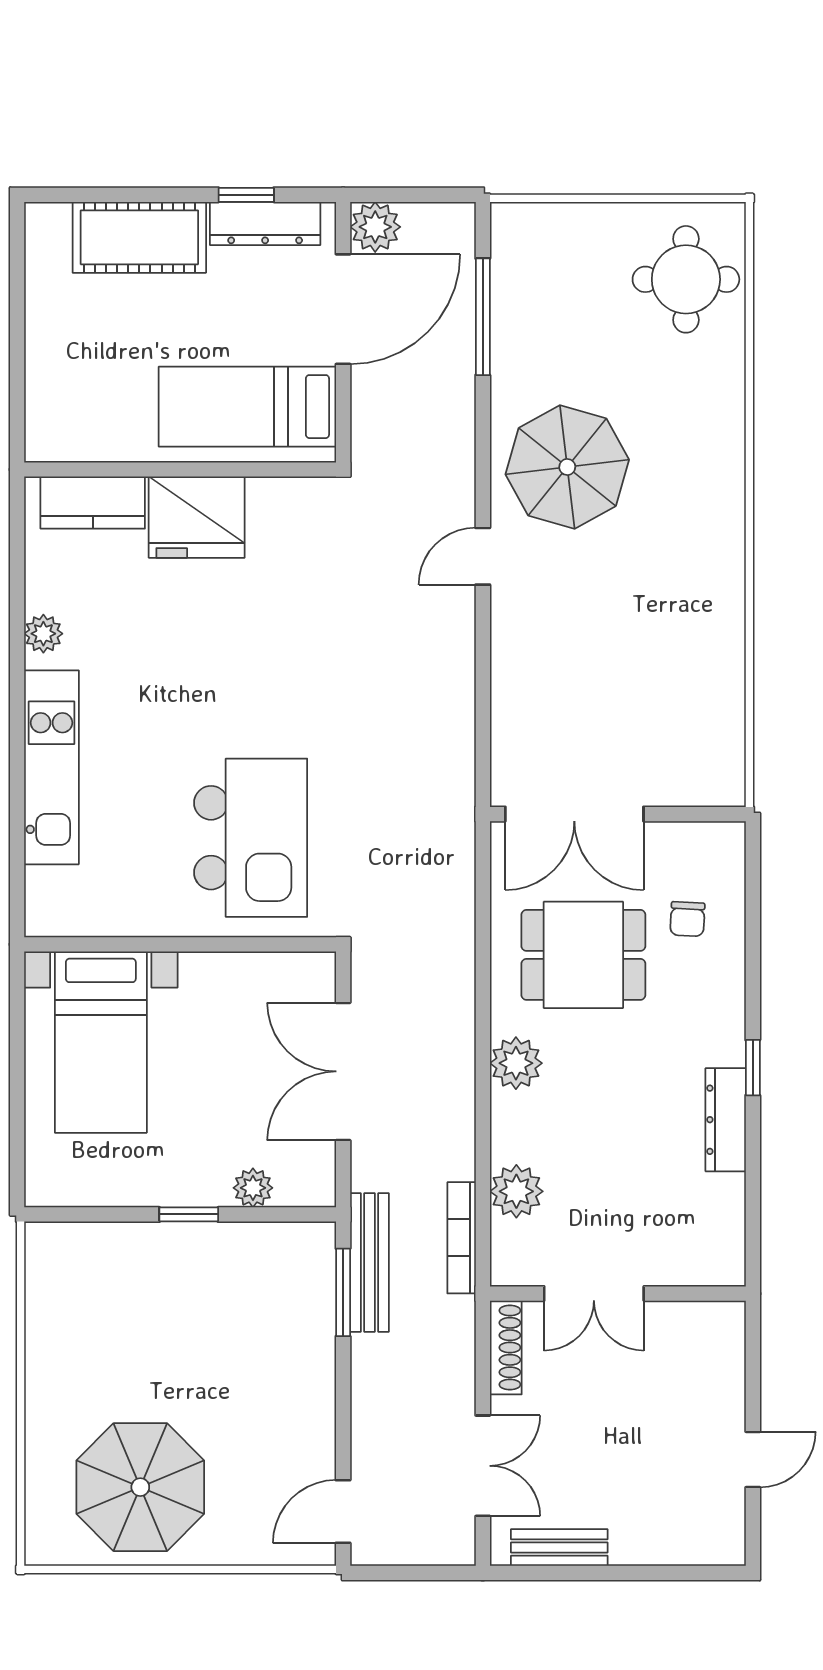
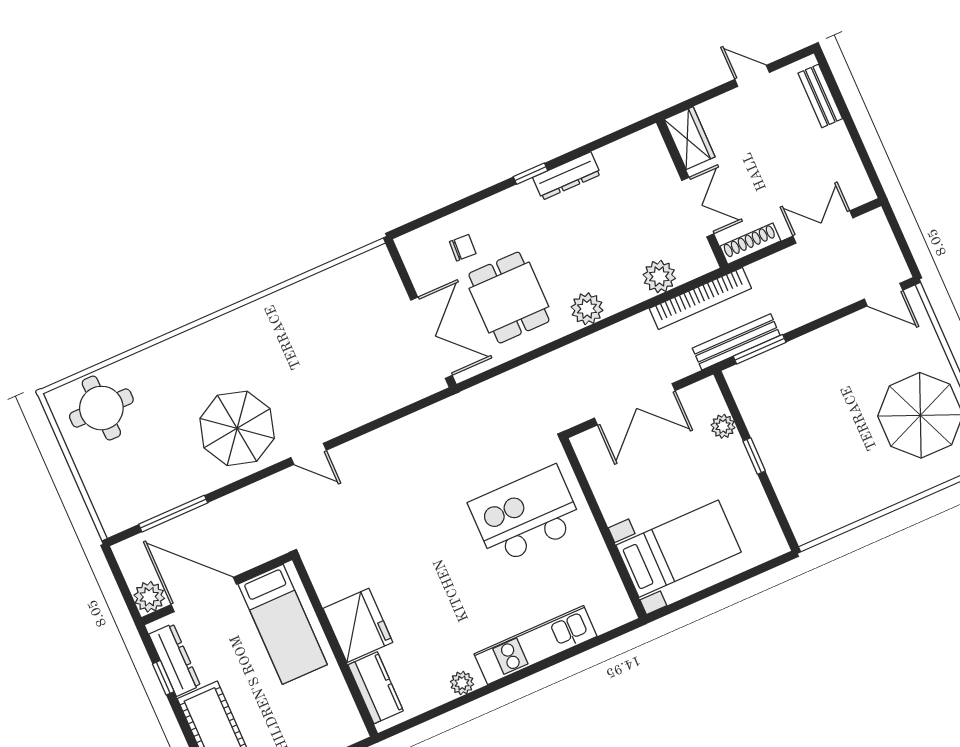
bookcase: (462, 1238) -> (700, 298), width x1.48, depth x1.31
wardrobe: (701, 1326) -> (690, 138), added
bench: (559, 1547) -> (820, 96), moved

